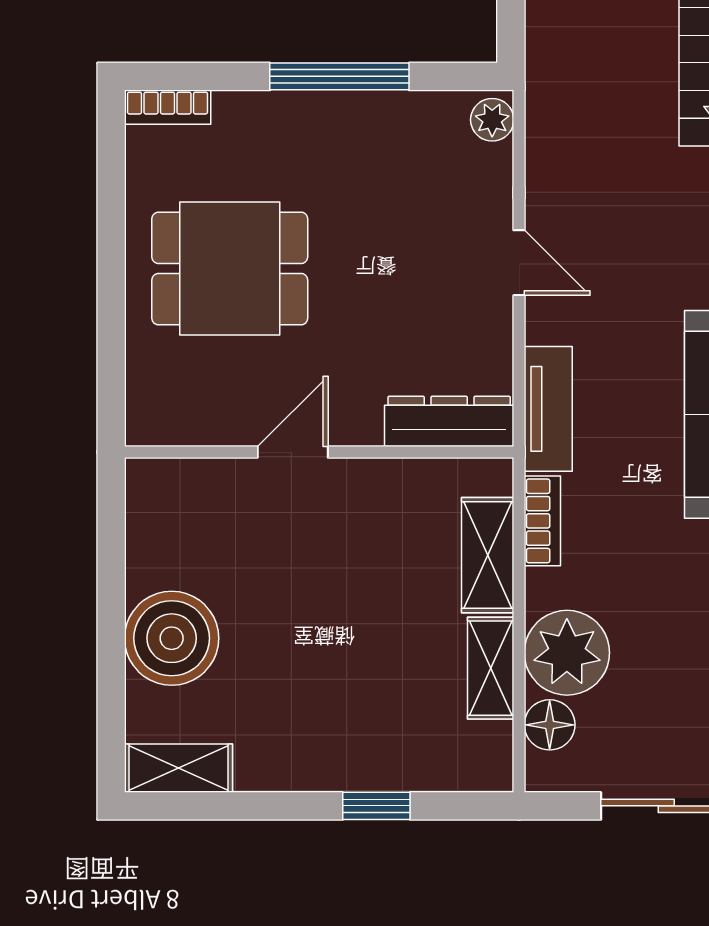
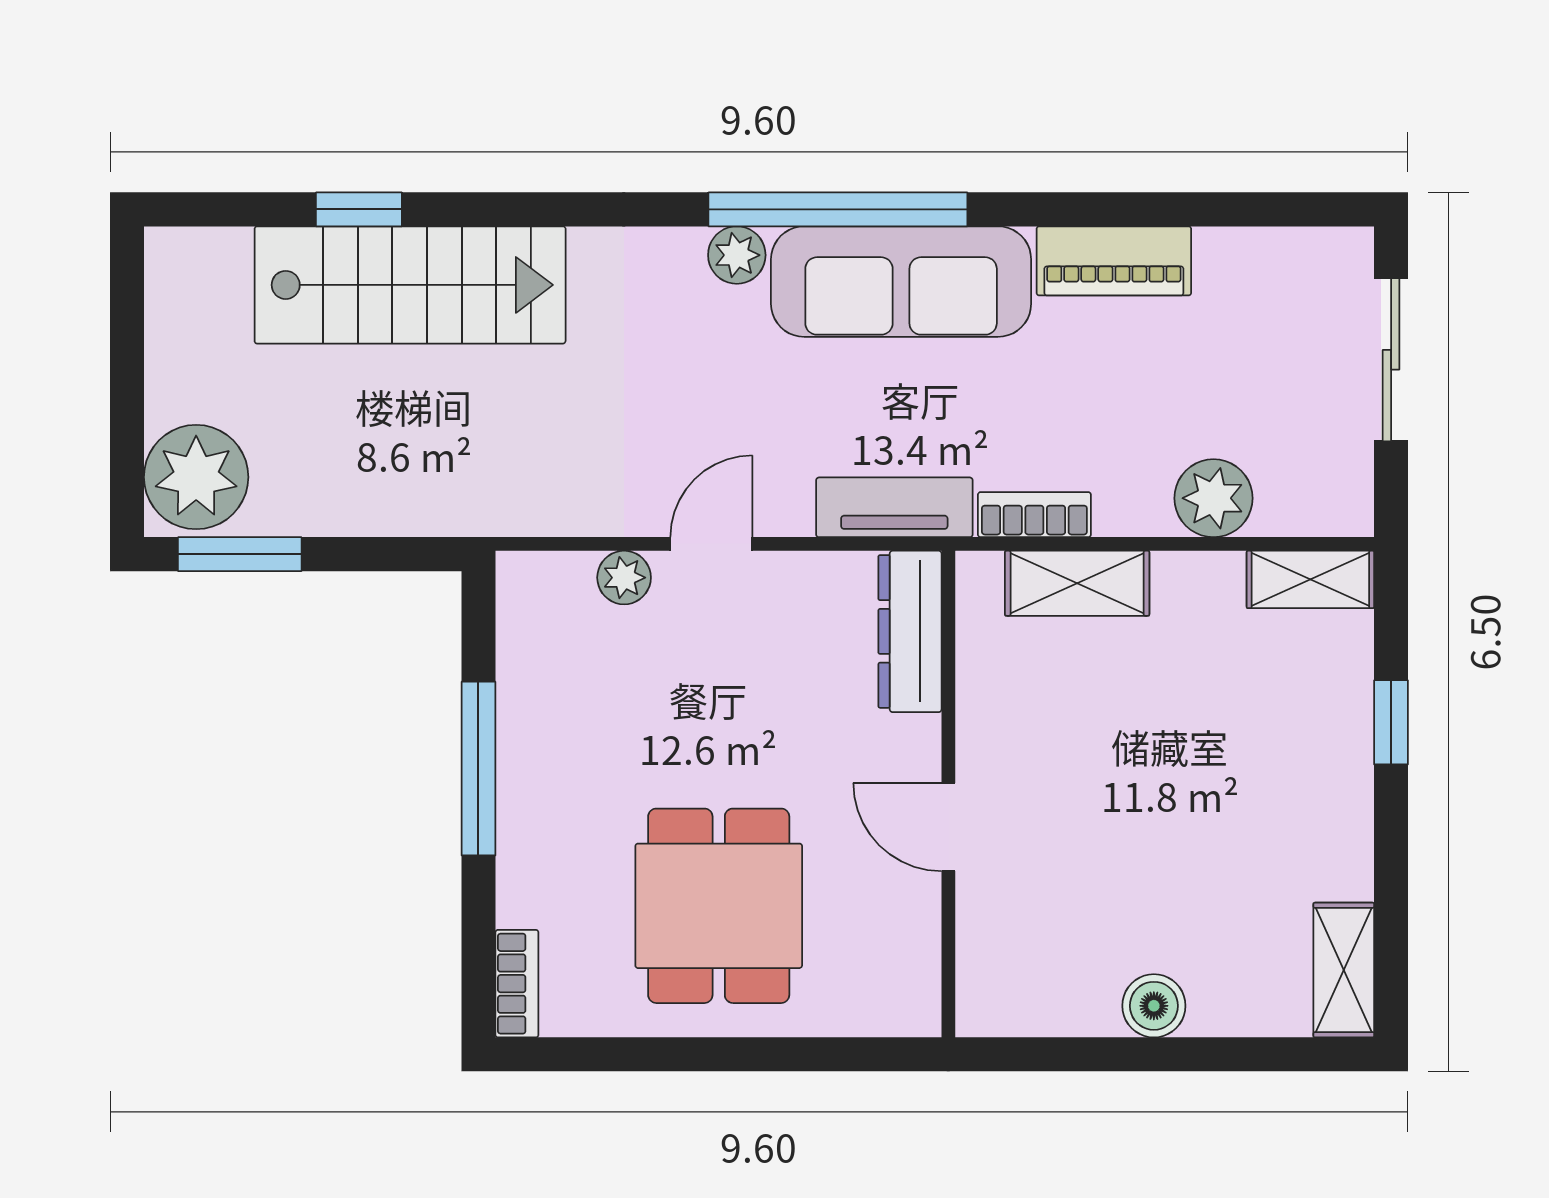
plant: (492, 120) -> (624, 578), moved
boiler: (172, 638) -> (1154, 1006), width x0.54, depth x0.54
plant: (567, 653) -> (1213, 498), width x0.73, depth x0.73
shelving: (491, 668) -> (1310, 579), moved
floor lamp: (550, 725) -> (1289, 506), removed

